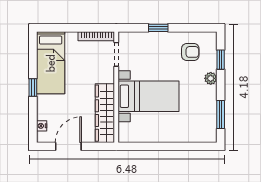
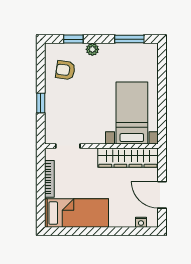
bookcase: (96, 36) -> (49, 179), moved
armchair: (190, 52) -> (65, 70), turned -82
window: (33, 88) -> (102, 231), removed
bed with nightstands: (148, 96) -> (132, 113), moved

